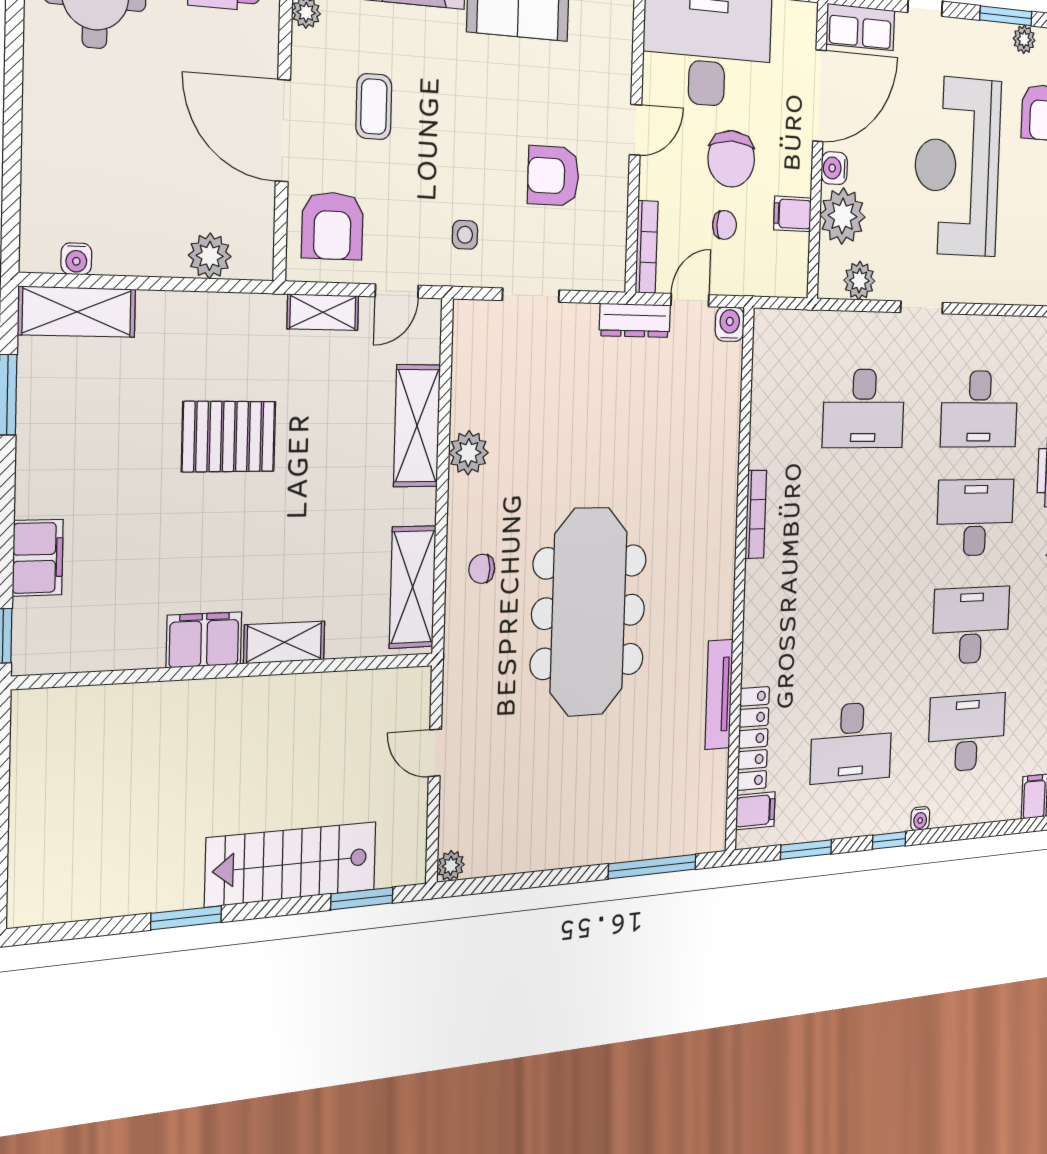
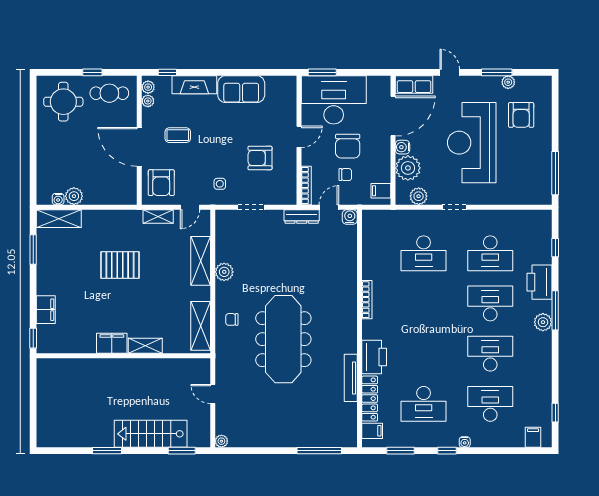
coffee table: (374, 107) -> (178, 135), turned 90
filing cabinet: (793, 214) -> (381, 191), moved
plant: (210, 256) -> (74, 196), moved
printer: (765, 644) -> (374, 357), added

